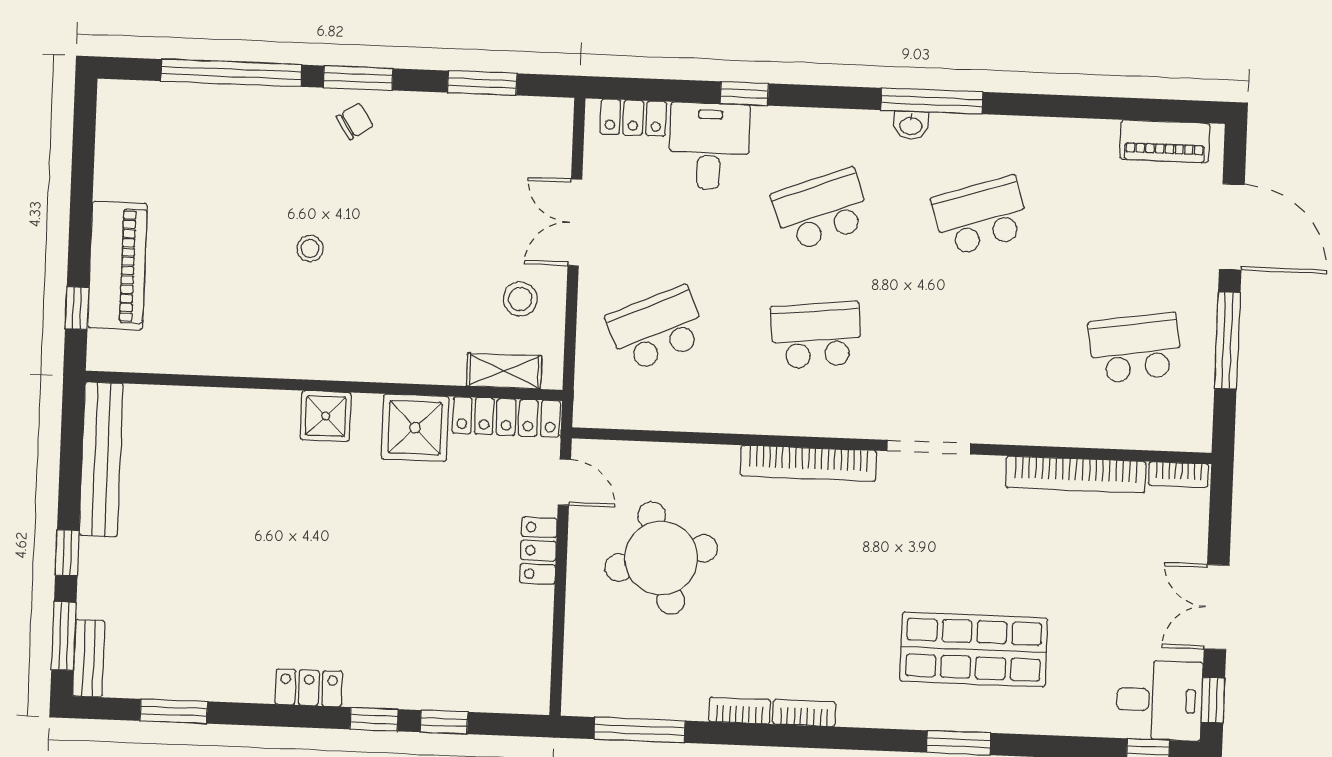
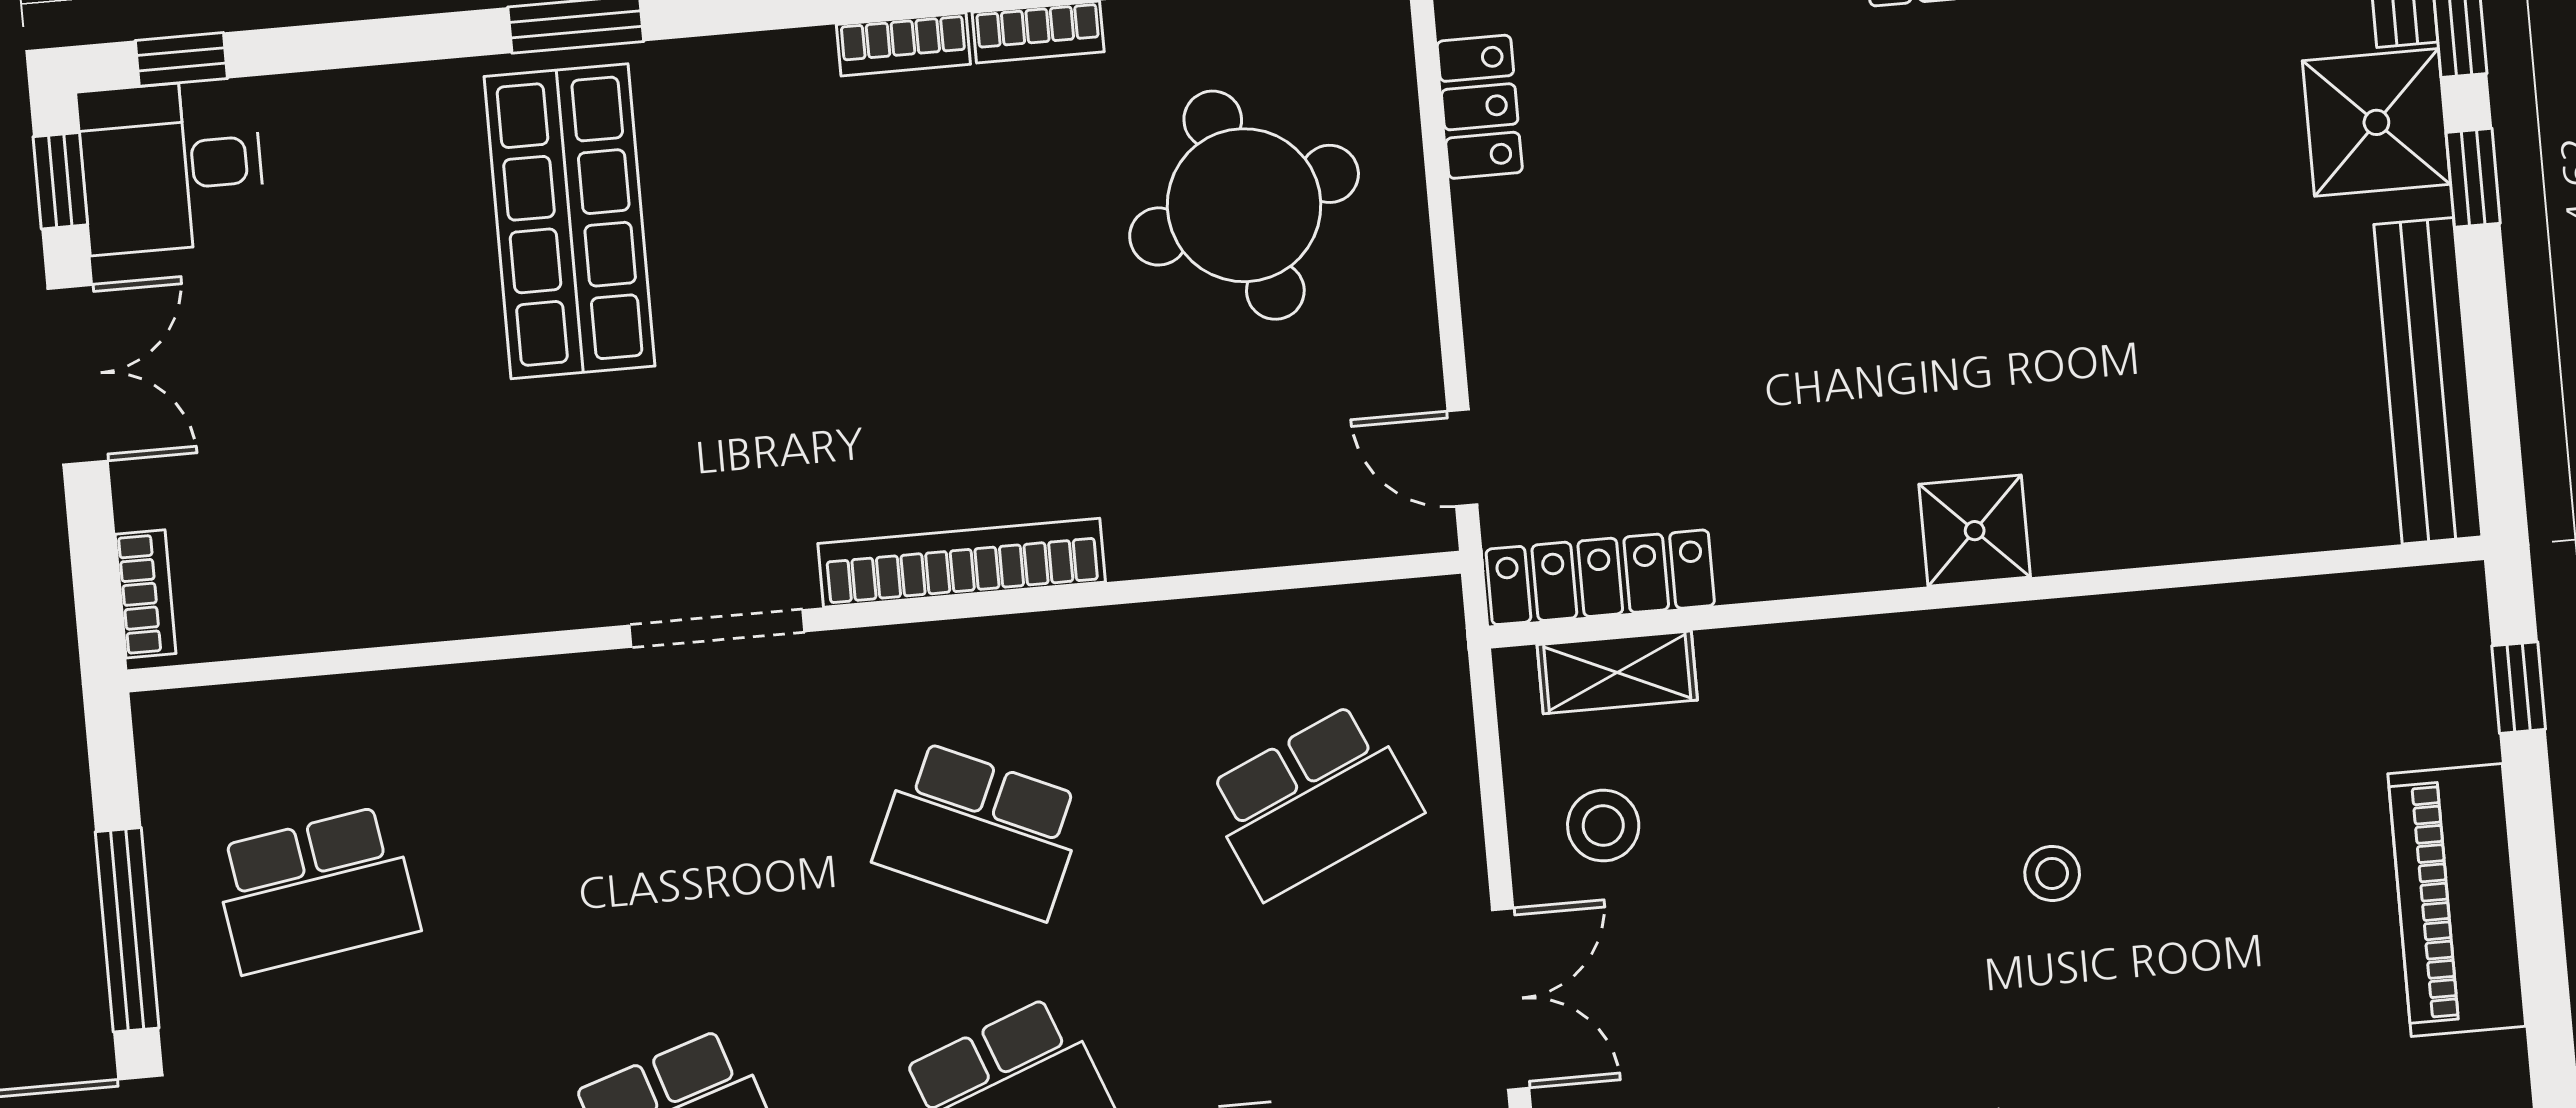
piano: (117, 266) -> (2457, 900), moved
school desk: (816, 335) -> (980, 830), turned 30
shower: (415, 428) -> (2376, 122), moved
bookcase: (1076, 474) -> (405, 611), removed
bookcase: (1178, 475) -> (146, 594), moved, turned 90
locker: (538, 551) -> (1480, 107), moved
round table: (661, 558) -> (1244, 205), moved
shop shelf: (974, 650) -> (570, 221), turned 90

